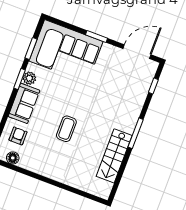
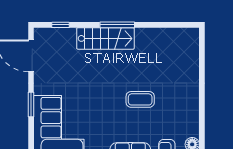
stairs: (114, 156) -> (105, 38), moved

